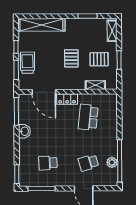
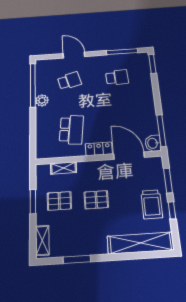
pallet: (71, 58) -> (96, 200), turned 90
trolley: (28, 63) -> (152, 204), moved
washbasin: (24, 131) -> (153, 143), moved
plant: (112, 162) -> (42, 100), moved

